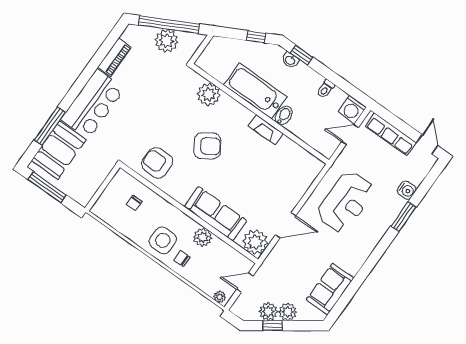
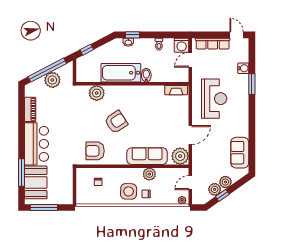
window: (256, 37) -> (87, 50), moved
fireplace: (266, 130) -> (176, 90), moved

